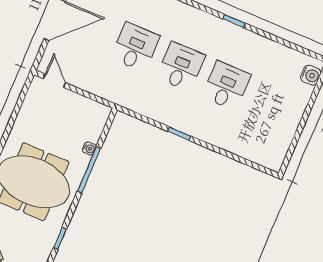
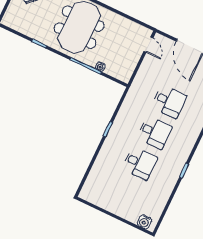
door: (54, 81) -> (148, 45), hinge flipped

